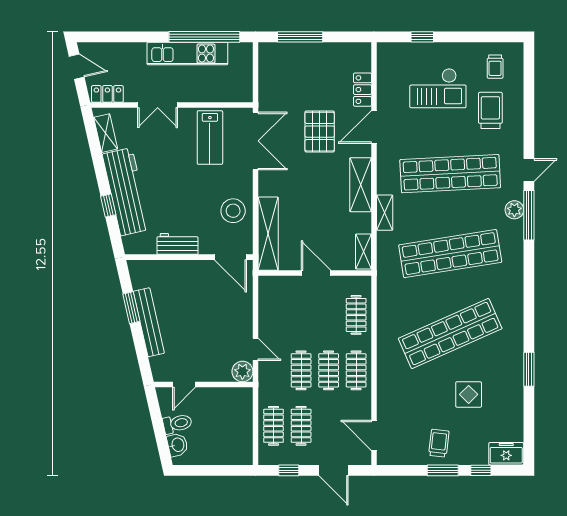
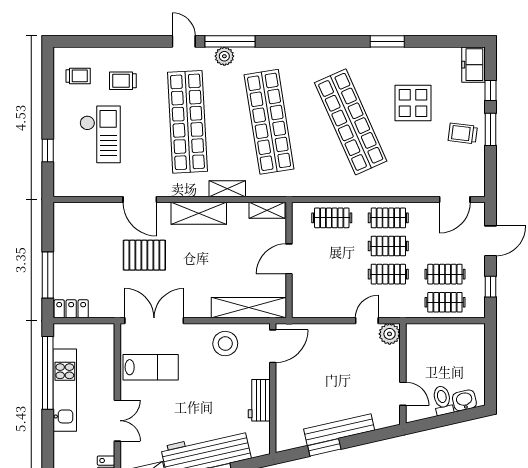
locker: (363, 90) -> (71, 309), moved, turned 180
trolley: (490, 110) -> (123, 81), width x0.73, depth x0.72
display table: (469, 394) -> (413, 103), width x1.36, depth x1.36

